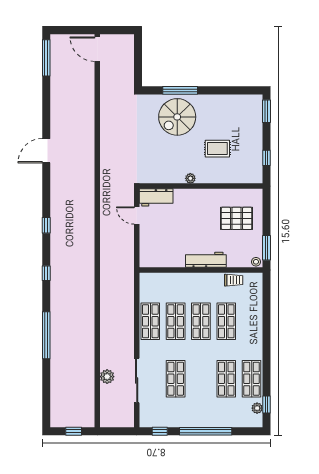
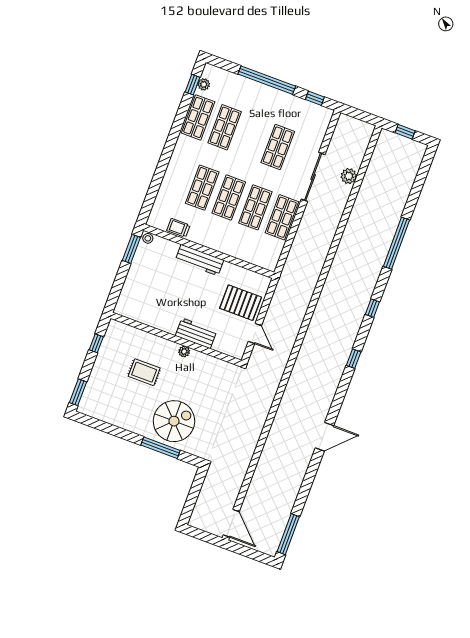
workbench: (156, 197) -> (196, 333), moved
pallet: (237, 218) -> (241, 303), moved
sliding door: (137, 380) -> (313, 177), moved

